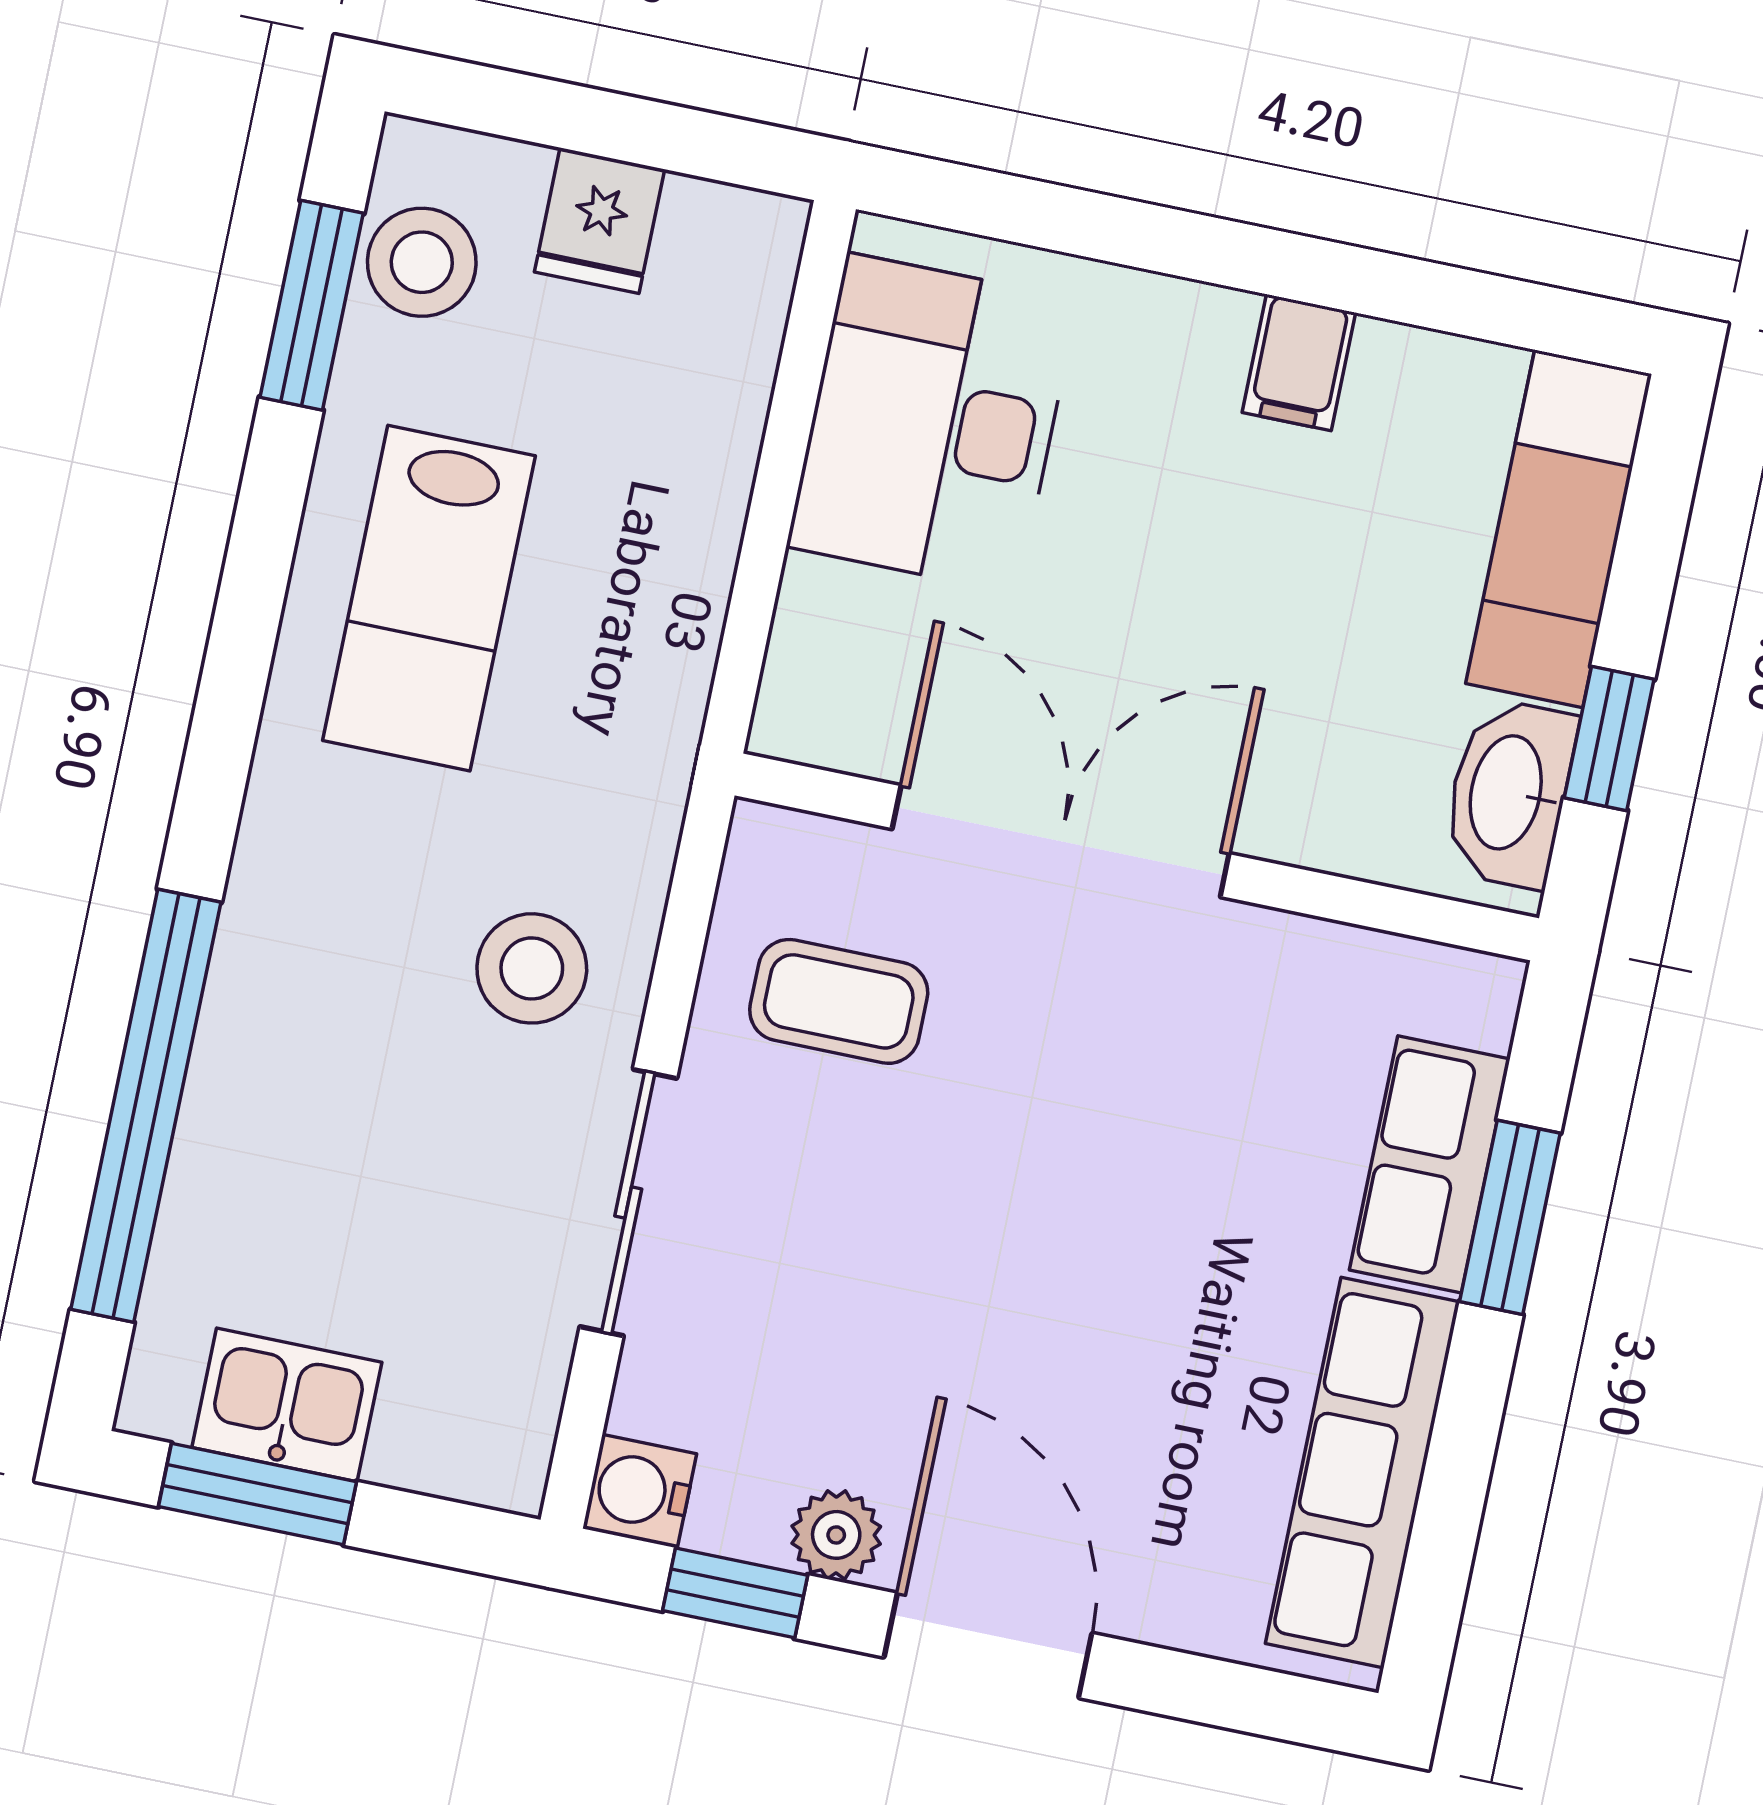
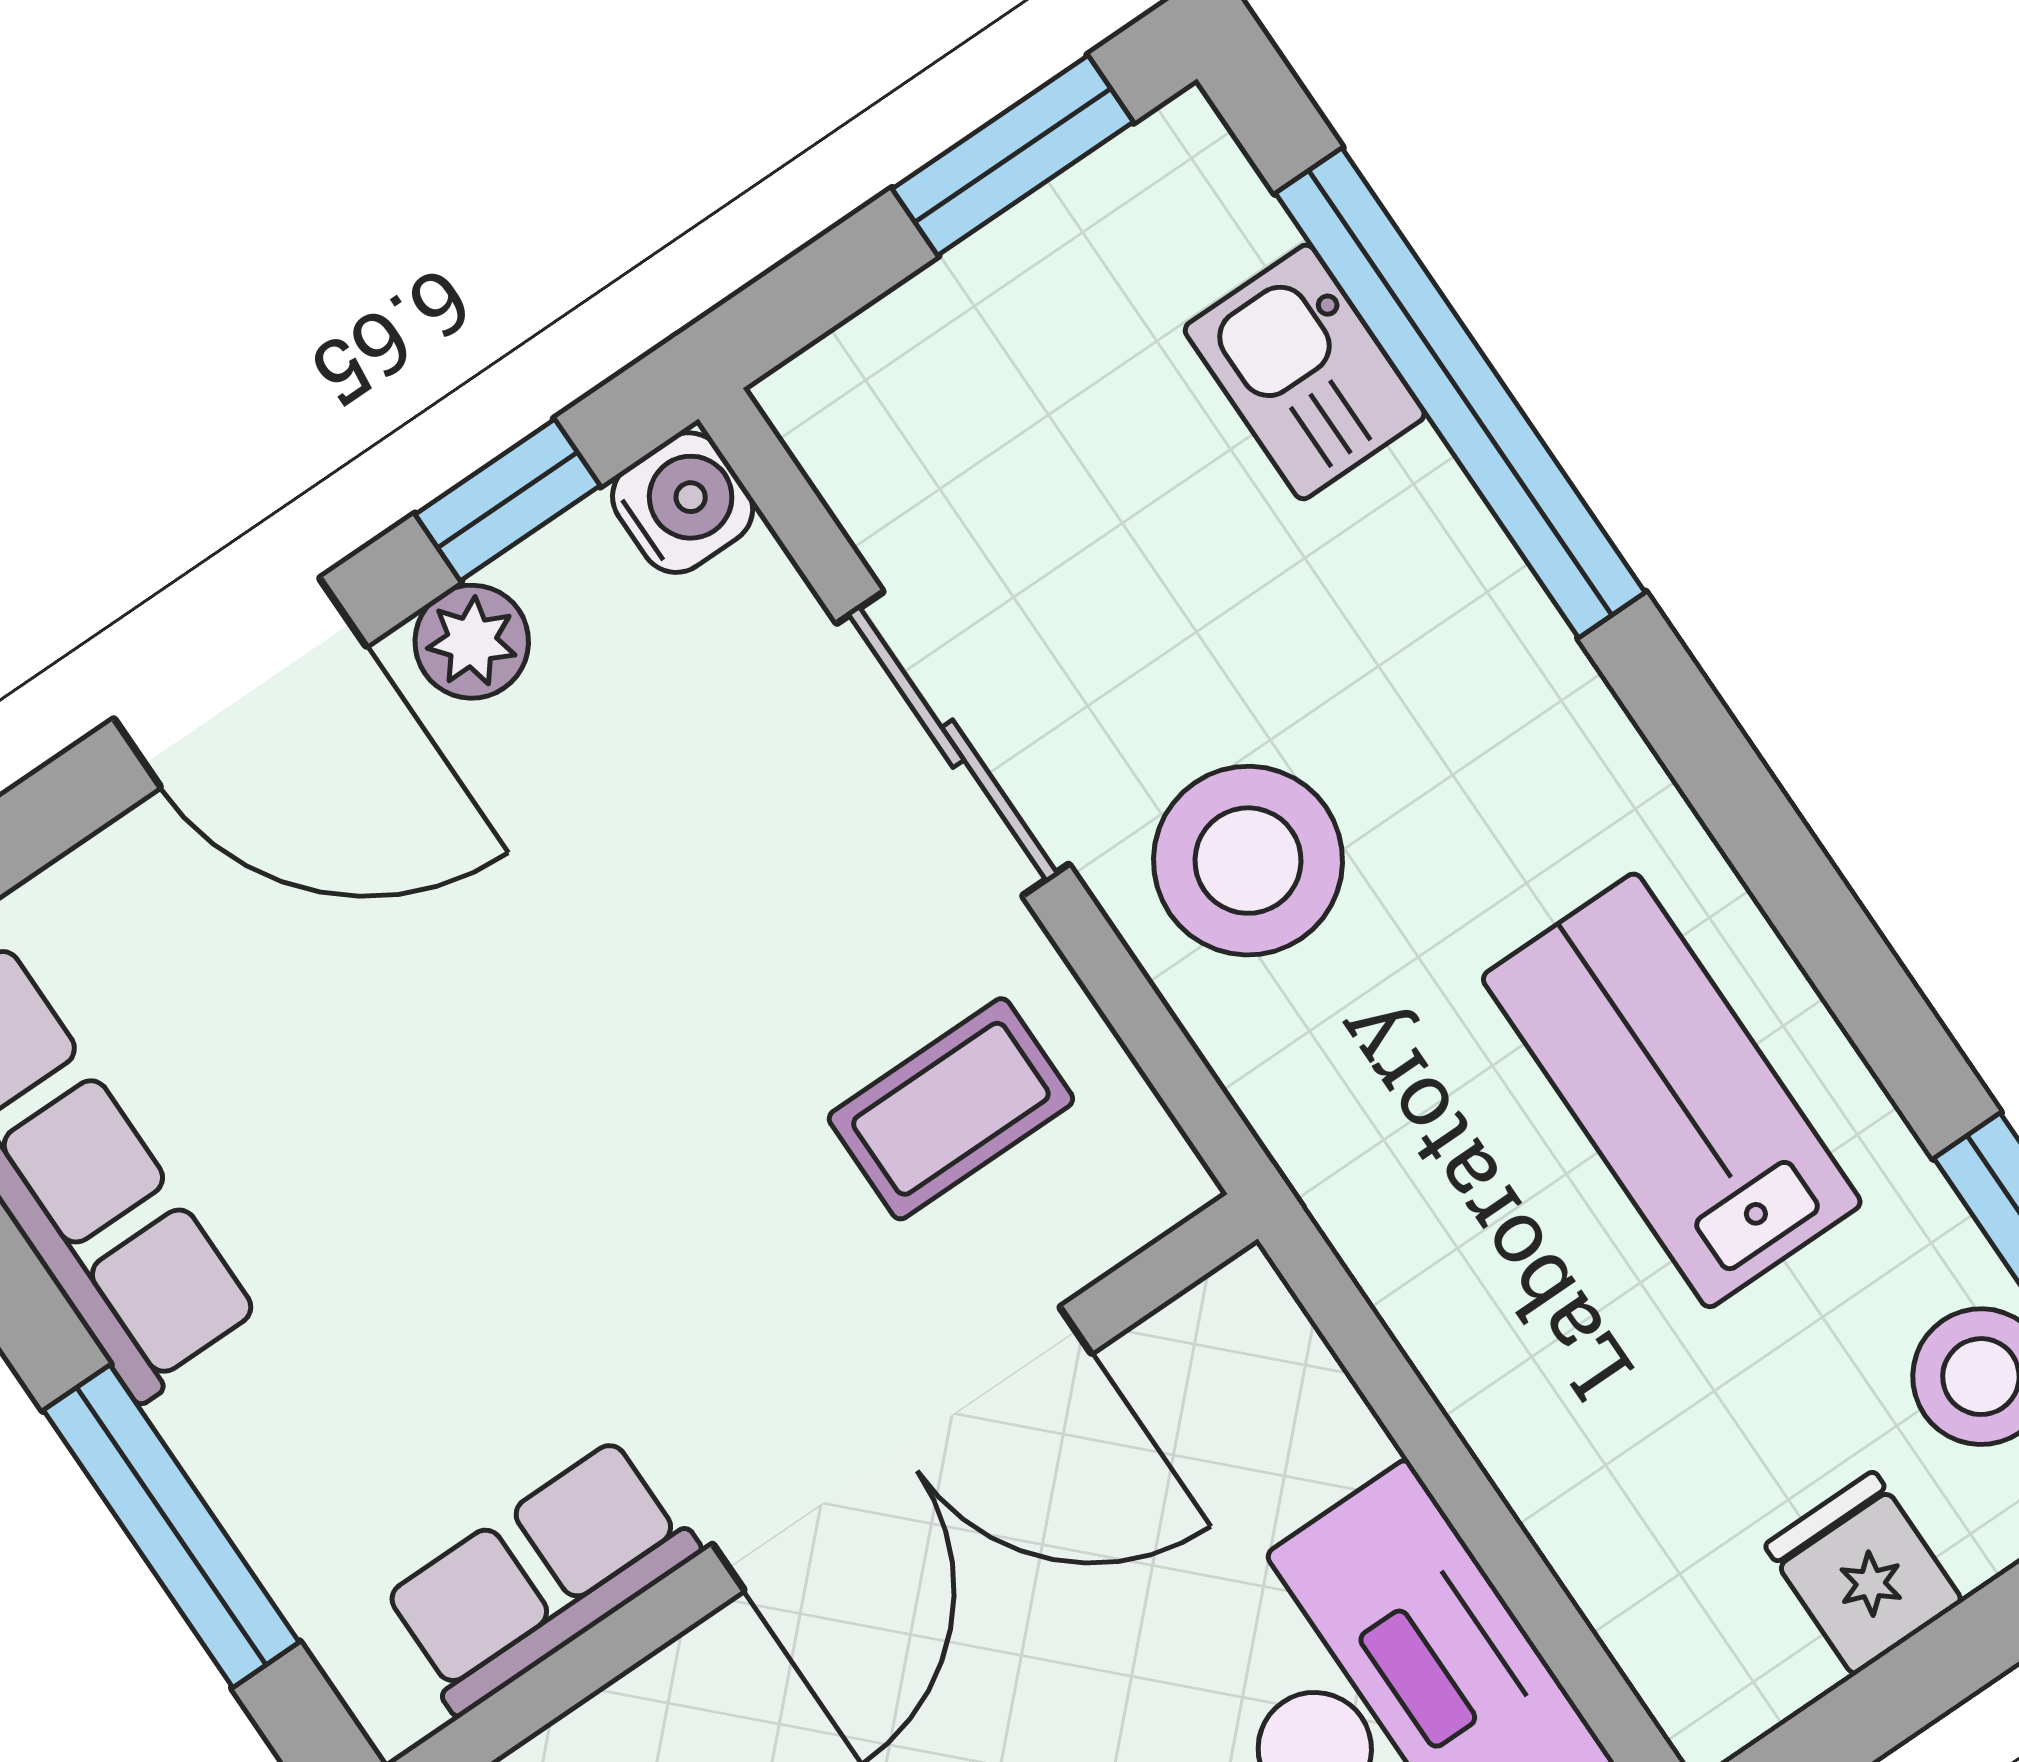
stool: (532, 968) -> (1248, 861), width x1.38, depth x1.38
row of seats: (1430, 1164) -> (540, 1576), moved, turned -90
window: (1510, 1217) -> (171, 1526), width x1.44
kitchen sink: (287, 1405) -> (1305, 372), moved, turned 90

